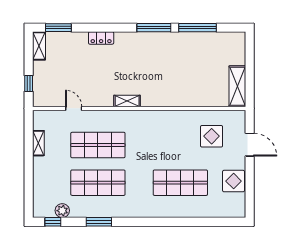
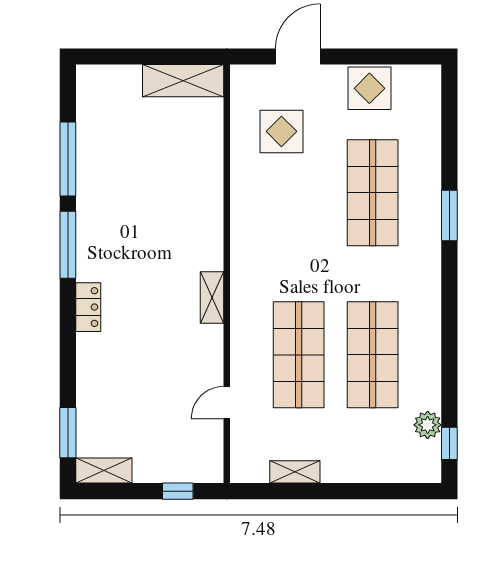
locker: (101, 38) -> (88, 307), moved
window: (99, 222) -> (449, 215), moved

